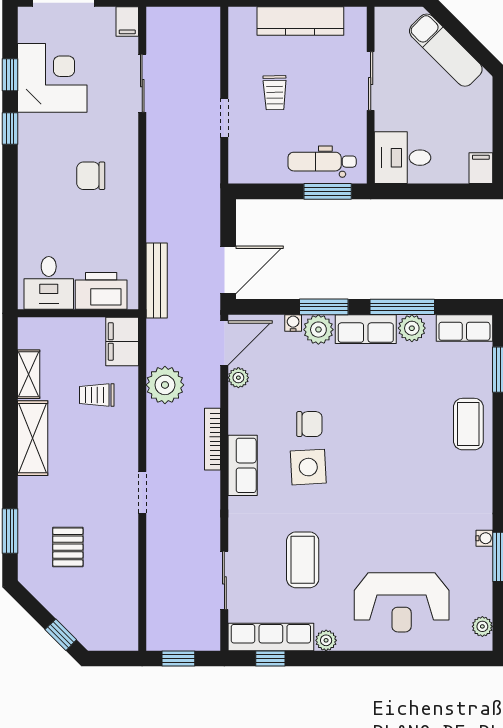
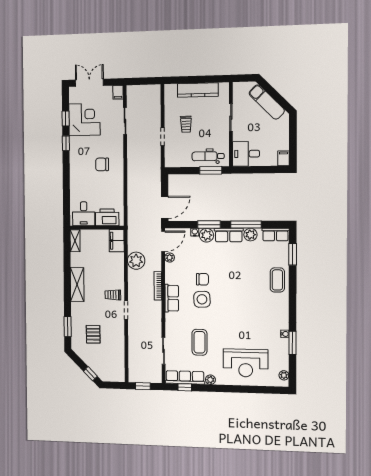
bench: (157, 281) -> (132, 213), removed
shelving: (29, 374) -> (75, 241), moved
trolley: (97, 395) -> (113, 295), moved

